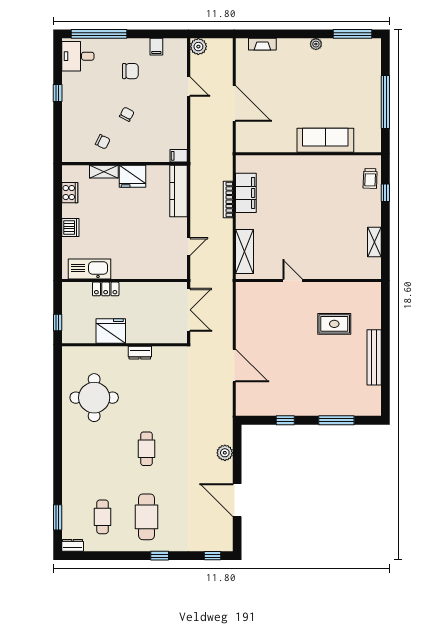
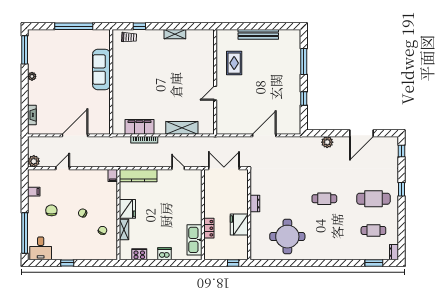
door: (293, 281) -> (215, 93), moved
wall: (308, 281) -> (215, 82), moved

